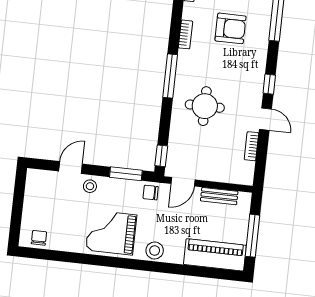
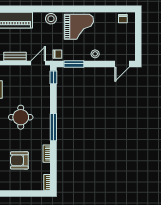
round table: (205, 106) -> (21, 117), moved
door: (71, 168) -> (122, 64), moved

